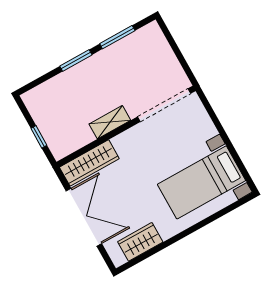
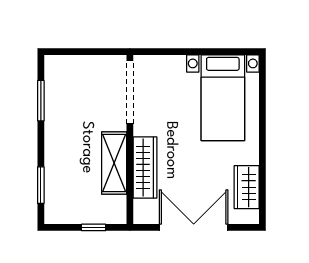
window: (76, 60) -> (41, 185), moved
shelving: (110, 122) -> (114, 163), width x1.50, depth x1.33
wardrobe: (89, 163) -> (145, 168), moved

